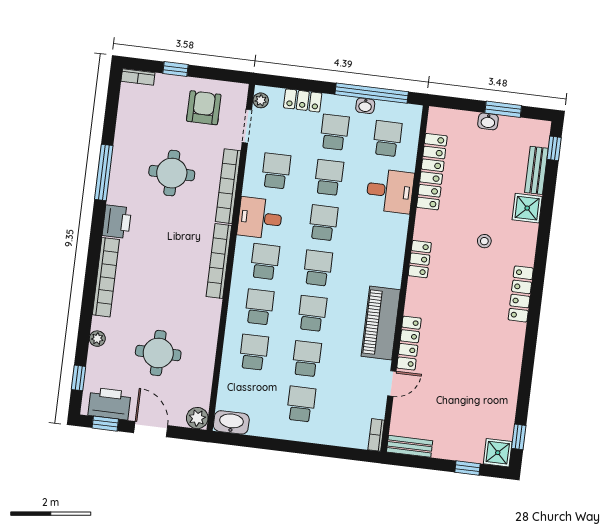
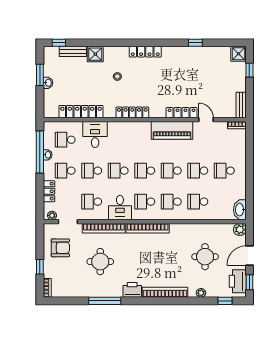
armchair: (204, 108) -> (60, 248), turned 180
locker: (420, 259) -> (132, 112), width x1.53
window: (519, 437) -> (195, 43), moved

